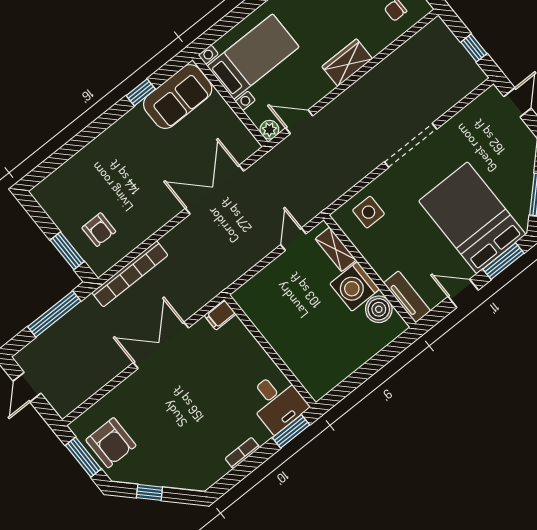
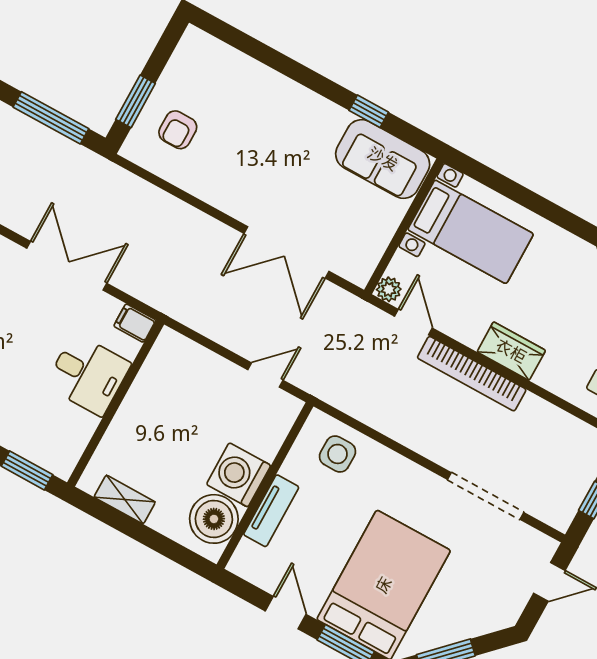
doorway: (411, 145) -> (486, 496), moved
double door: (215, 190) -> (286, 252), swing flipped
shelving: (336, 249) -> (125, 500), moved, turned 90
bookcase: (130, 274) -> (472, 374), moved
tv unit: (407, 297) -> (271, 511), moved
boiler: (379, 309) -> (214, 519), width x1.37, depth x1.37
desk: (277, 402) -> (88, 375), moved, turned -90

